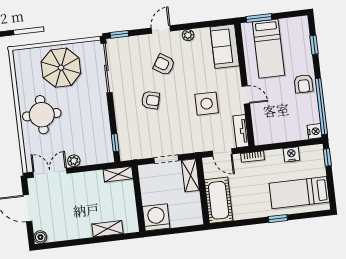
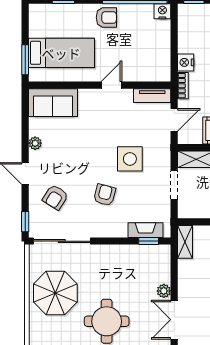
armchair: (164, 65) -> (55, 197), moved
side table: (207, 104) -> (130, 159), moved
fireplace: (124, 139) -> (146, 230), added
nightstand: (291, 154) -> (186, 62), moved

